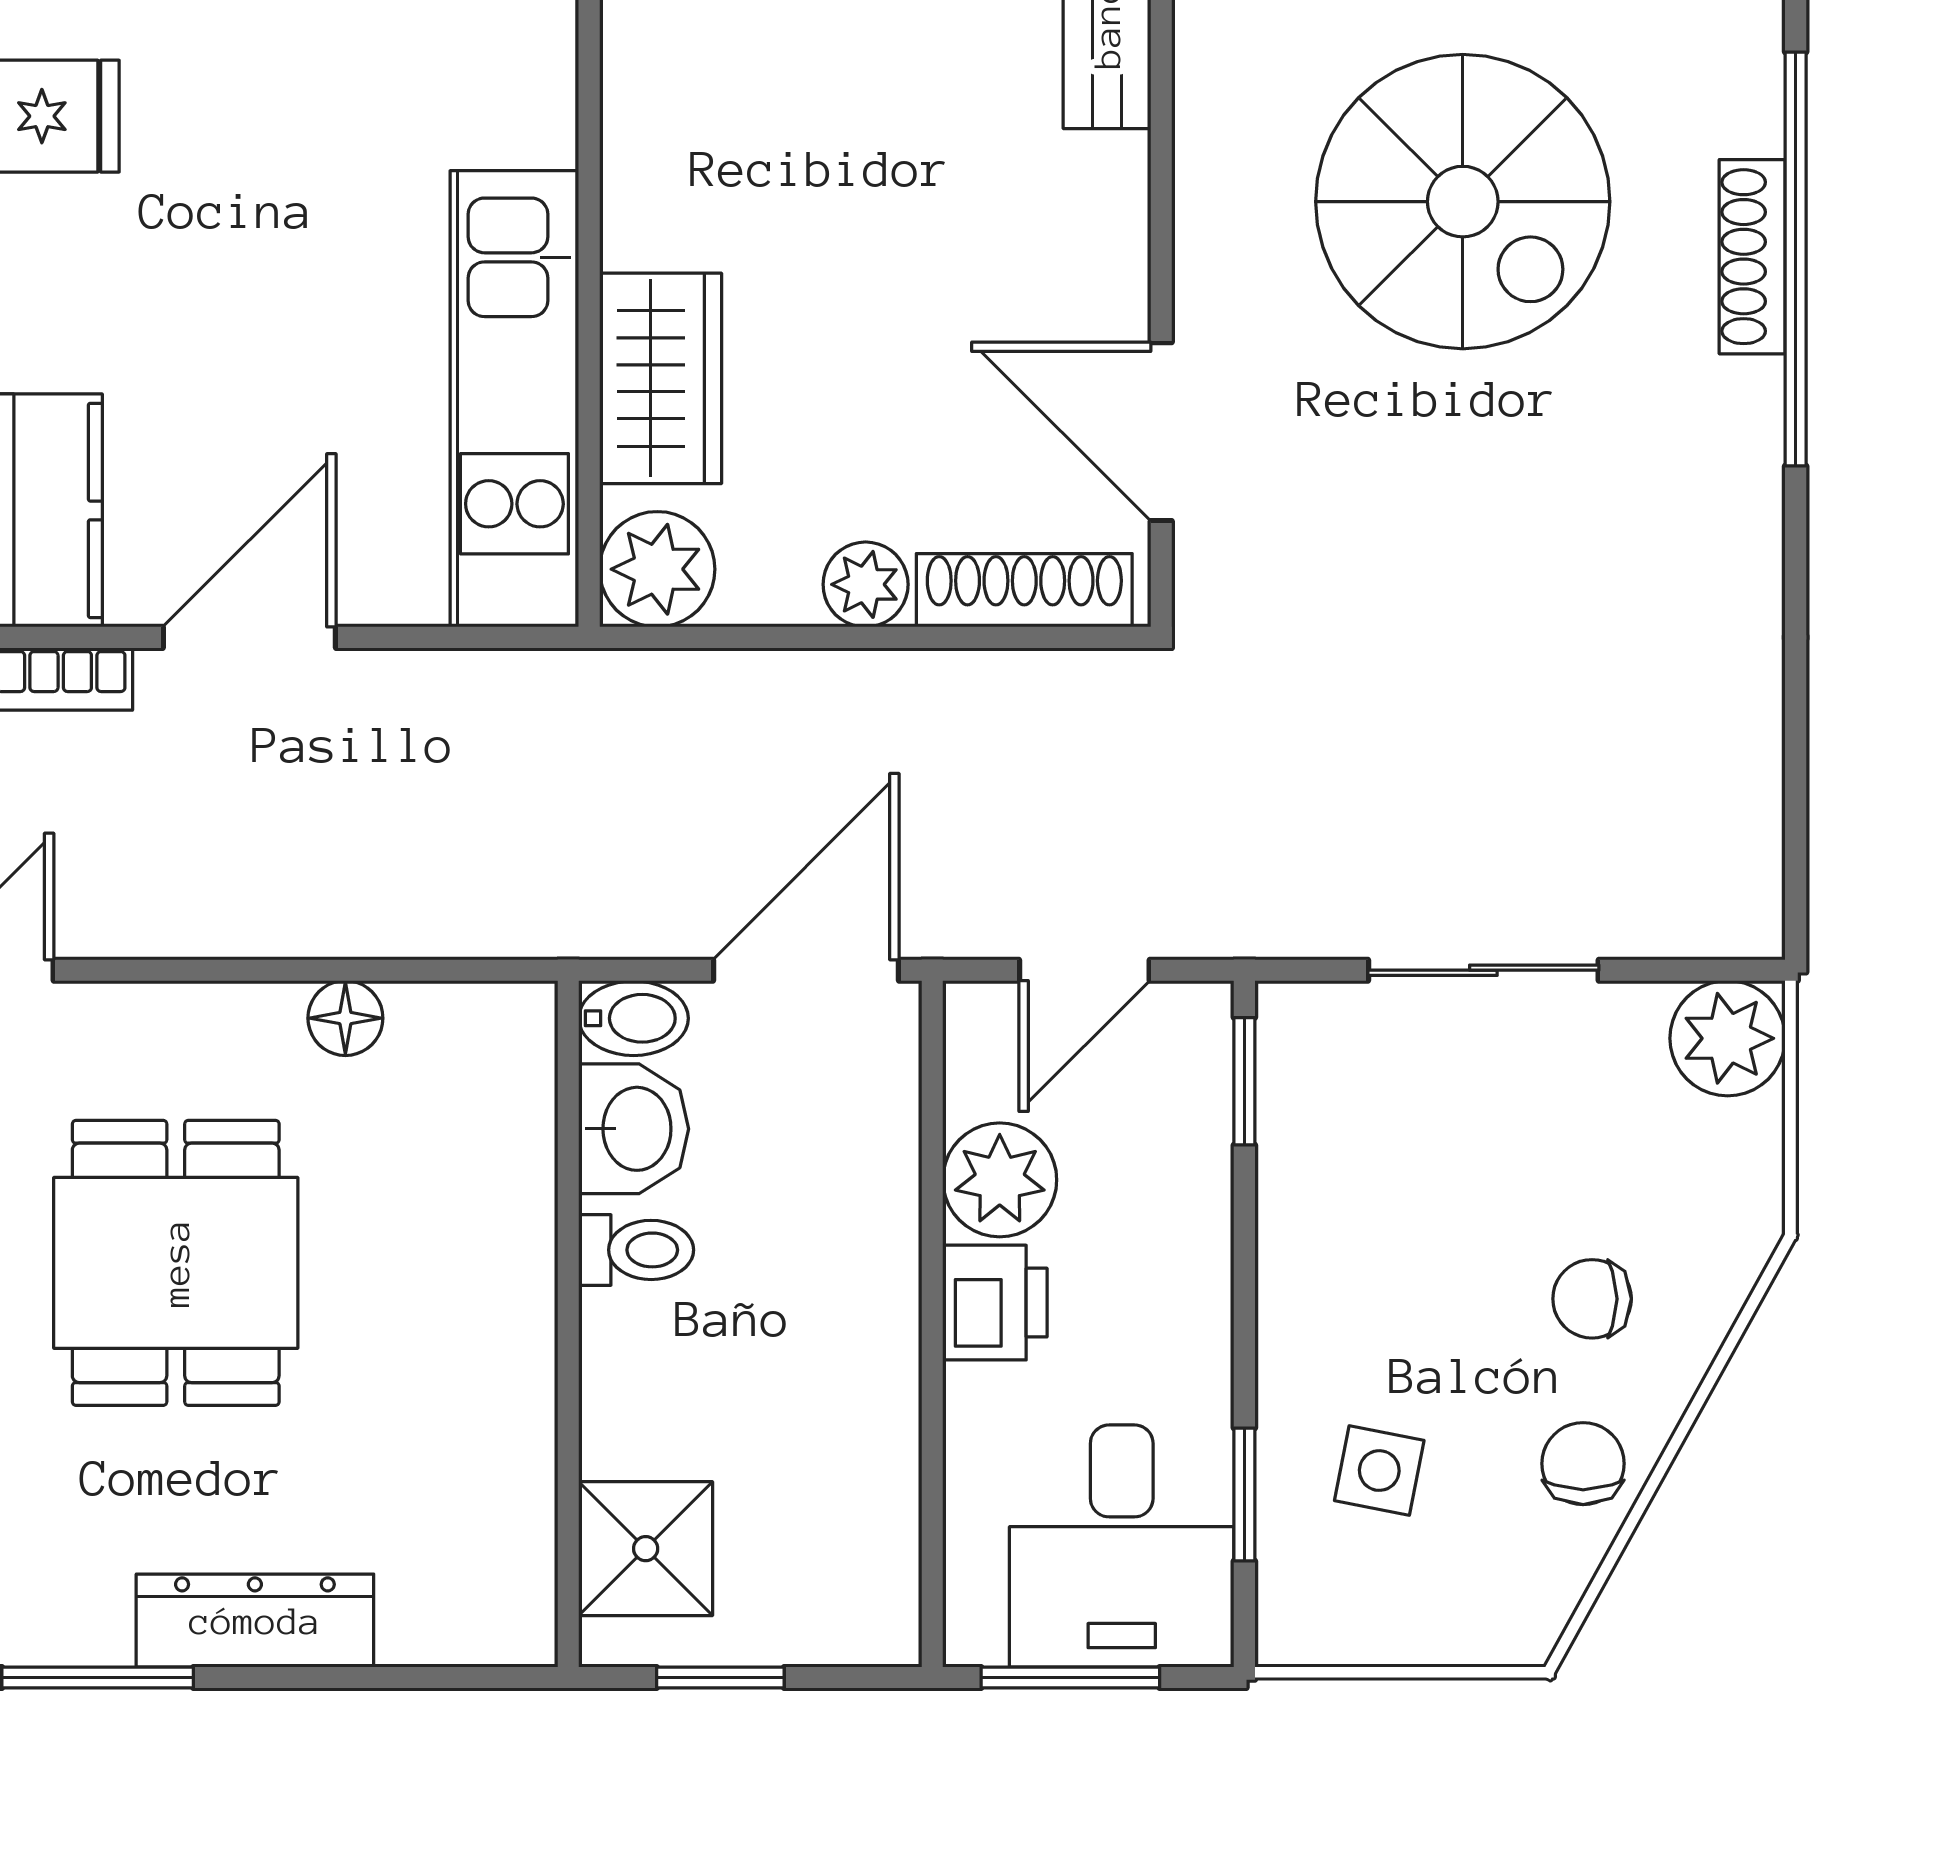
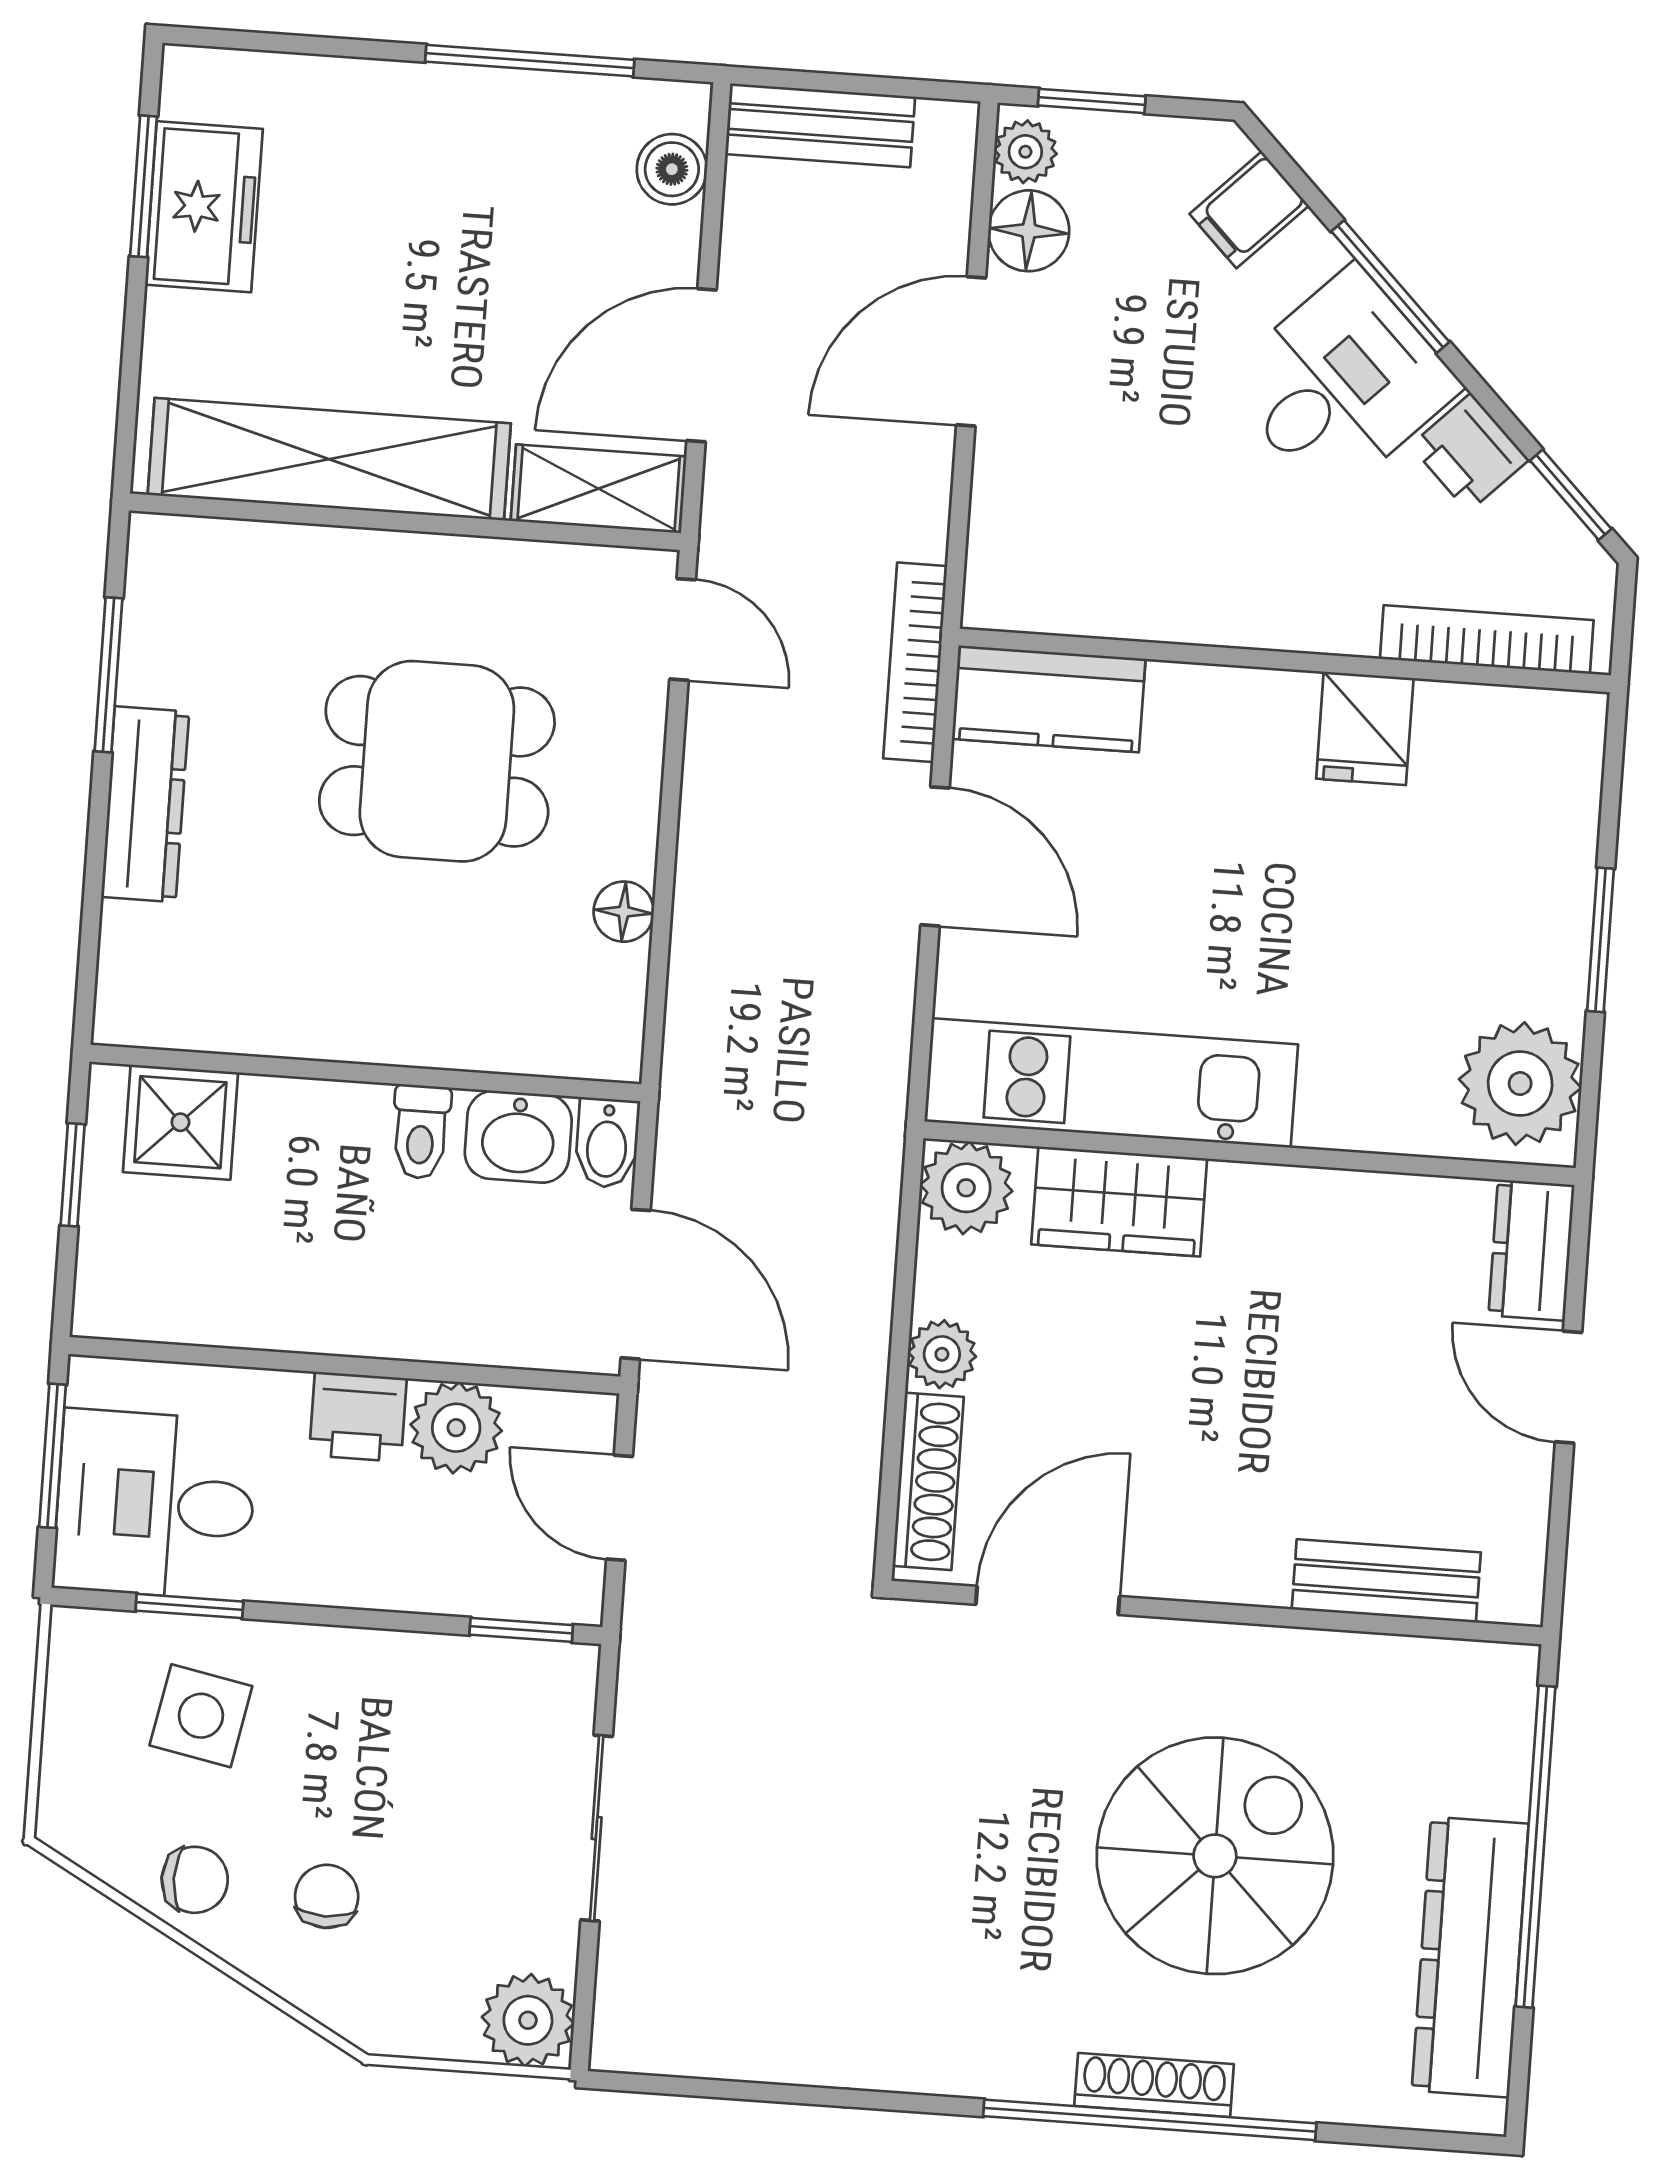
spiral stairs: (1463, 202) -> (1215, 1856), turned 180
side table: (1379, 1471) -> (201, 1716), width x1.37, depth x1.37

